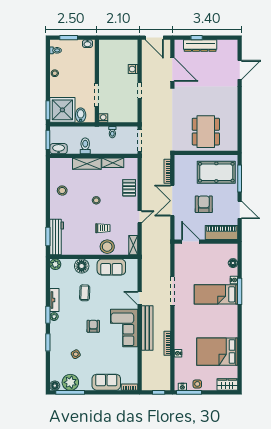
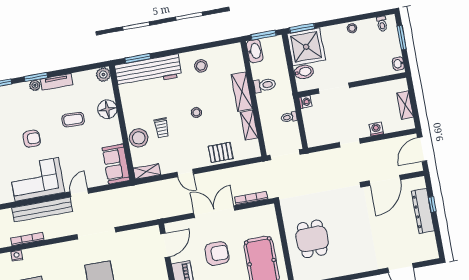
shelving: (119, 44) -> (405, 105), added
dining table: (206, 132) -> (312, 239), width x0.73
workbench: (57, 237) -> (148, 71), width x1.36, depth x1.32
sofa: (111, 267) -> (116, 164), moved

